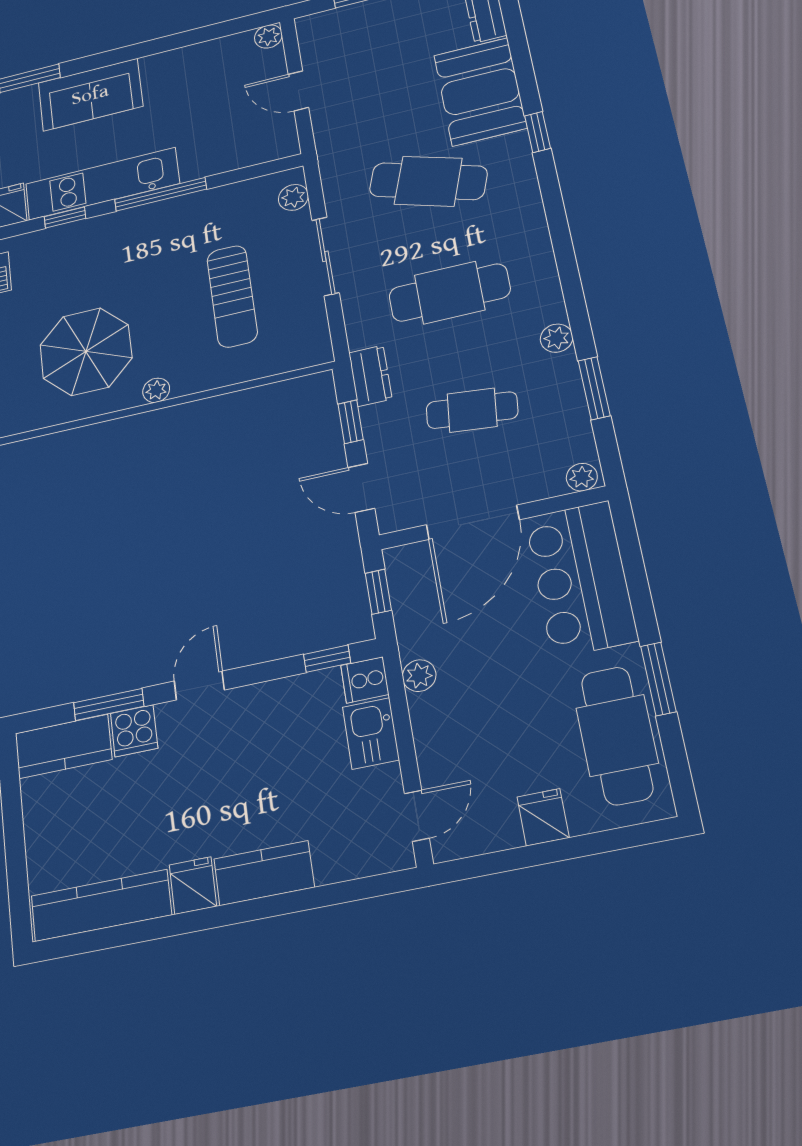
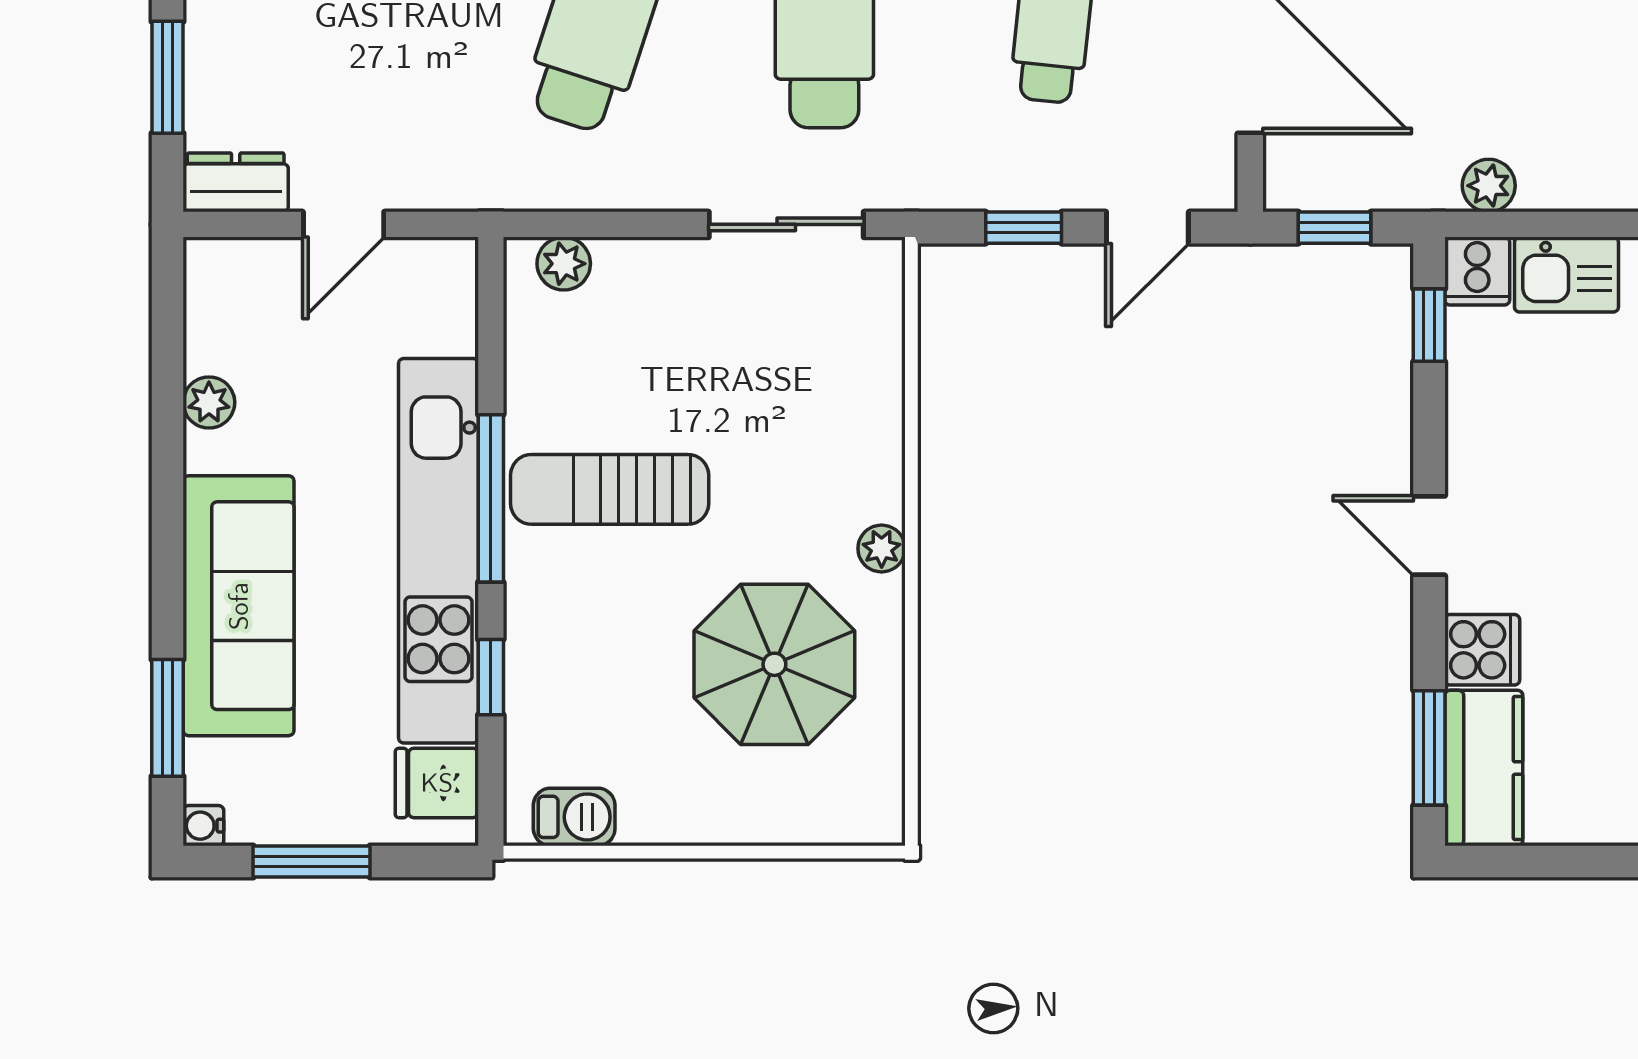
plant: (268, 36) -> (209, 402), moved
sofa: (90, 95) -> (239, 606), width x1.36
kitchen unit: (102, 184) -> (438, 551), width x1.36
sliding door: (325, 256) -> (786, 224), moved
sun lounger: (232, 296) -> (610, 489), moved, turned 180
dresser: (370, 376) -> (236, 182), moved
window: (109, 704) -> (1429, 748), moved

